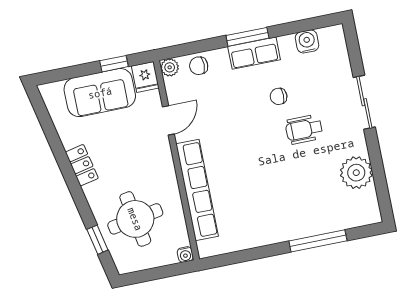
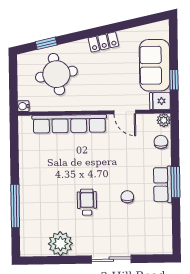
water cooler: (307, 42) -> (164, 225), removed
wheelchair: (304, 129) -> (87, 202), moved

